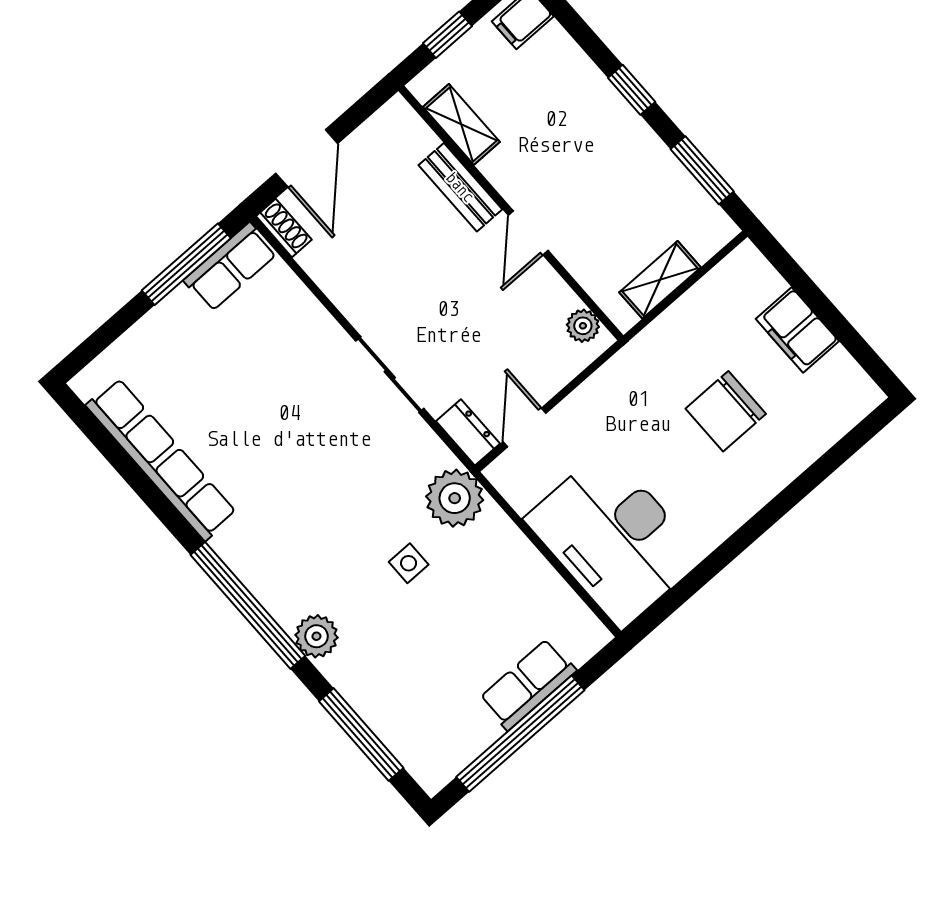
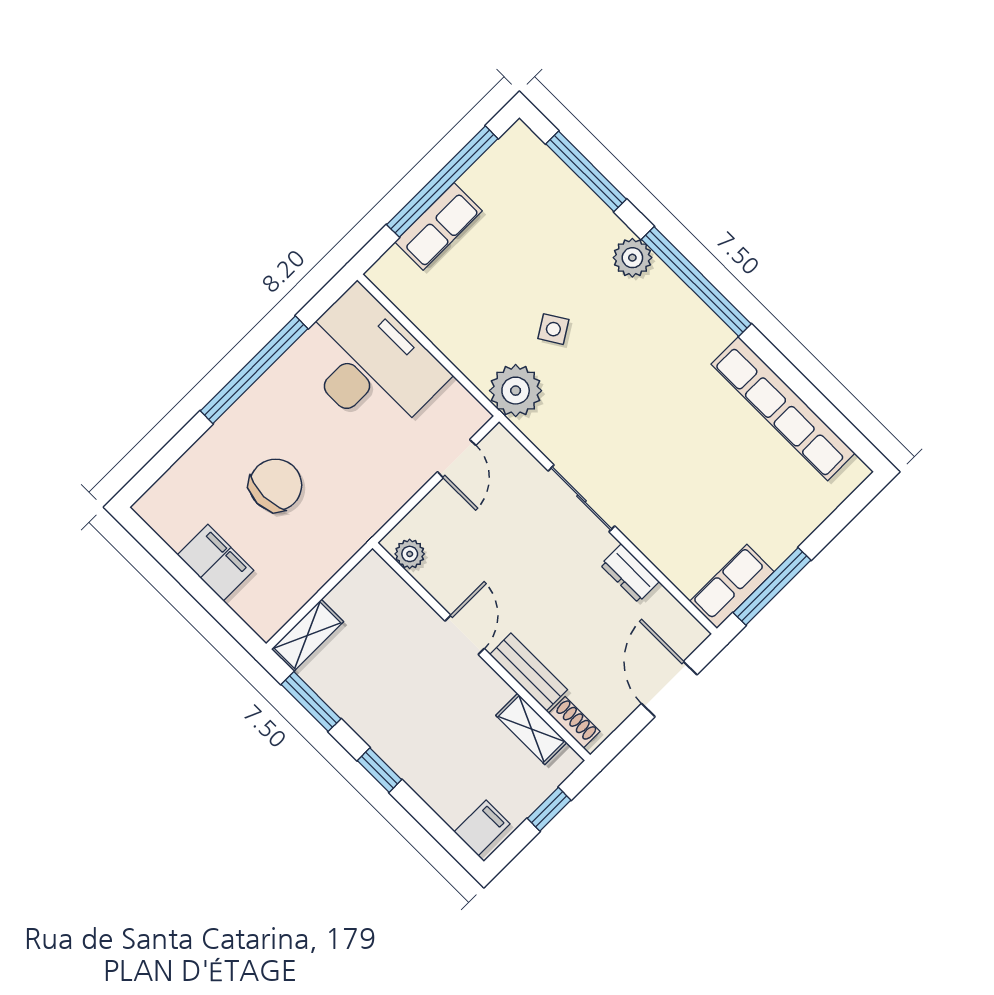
shoe rack: (284, 228) -> (574, 722), moved, turned 180
shelving: (660, 280) -> (307, 635), moved
dresser: (468, 432) -> (630, 573), moved
window: (741, 540) -> (254, 370), added
side table: (409, 563) -> (553, 329), turned -32

